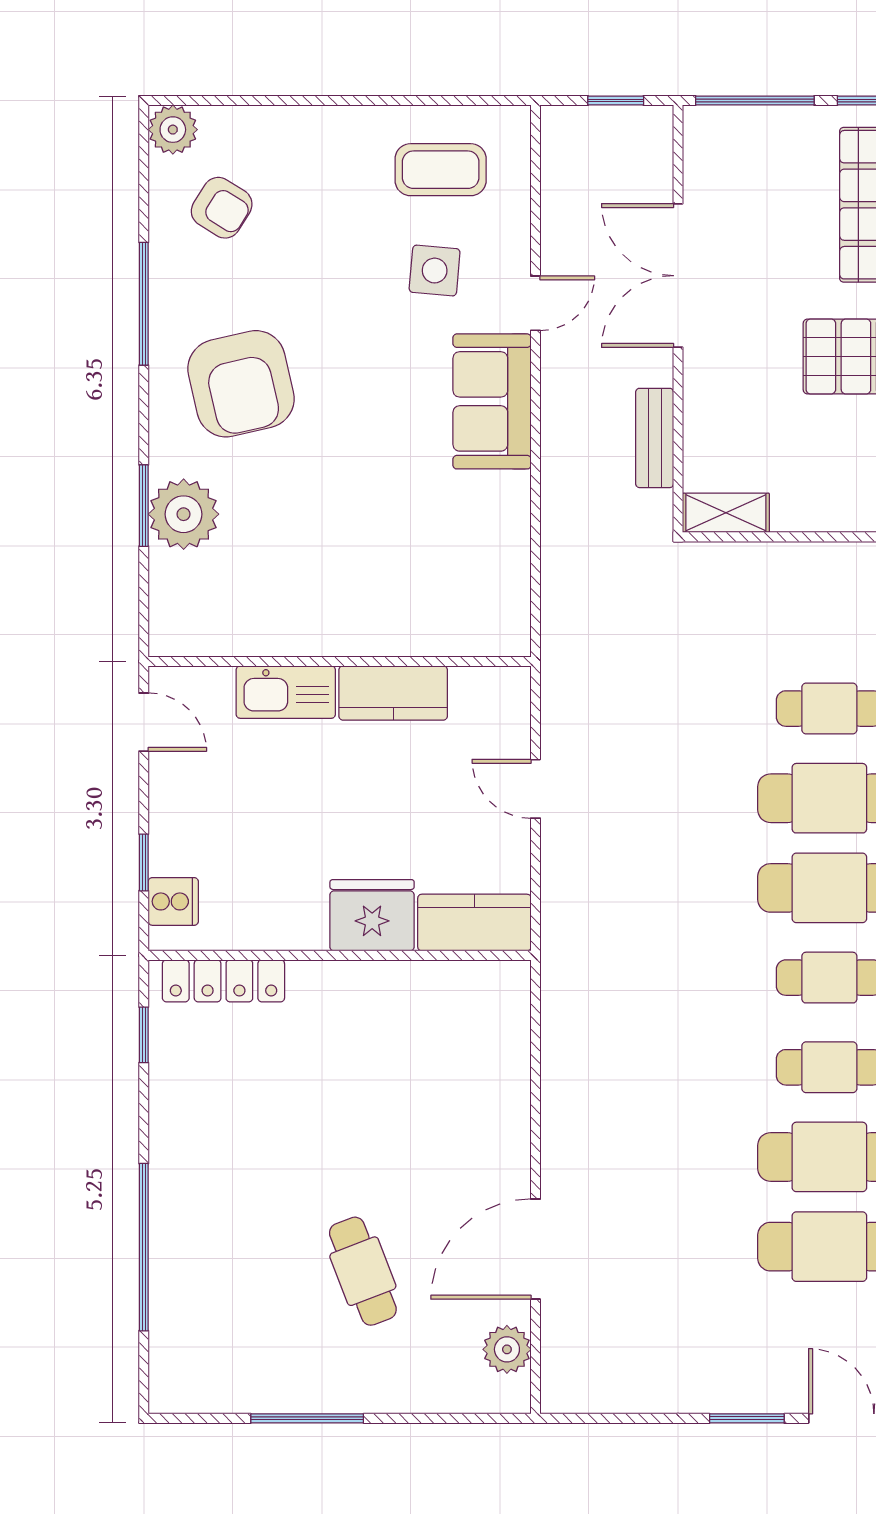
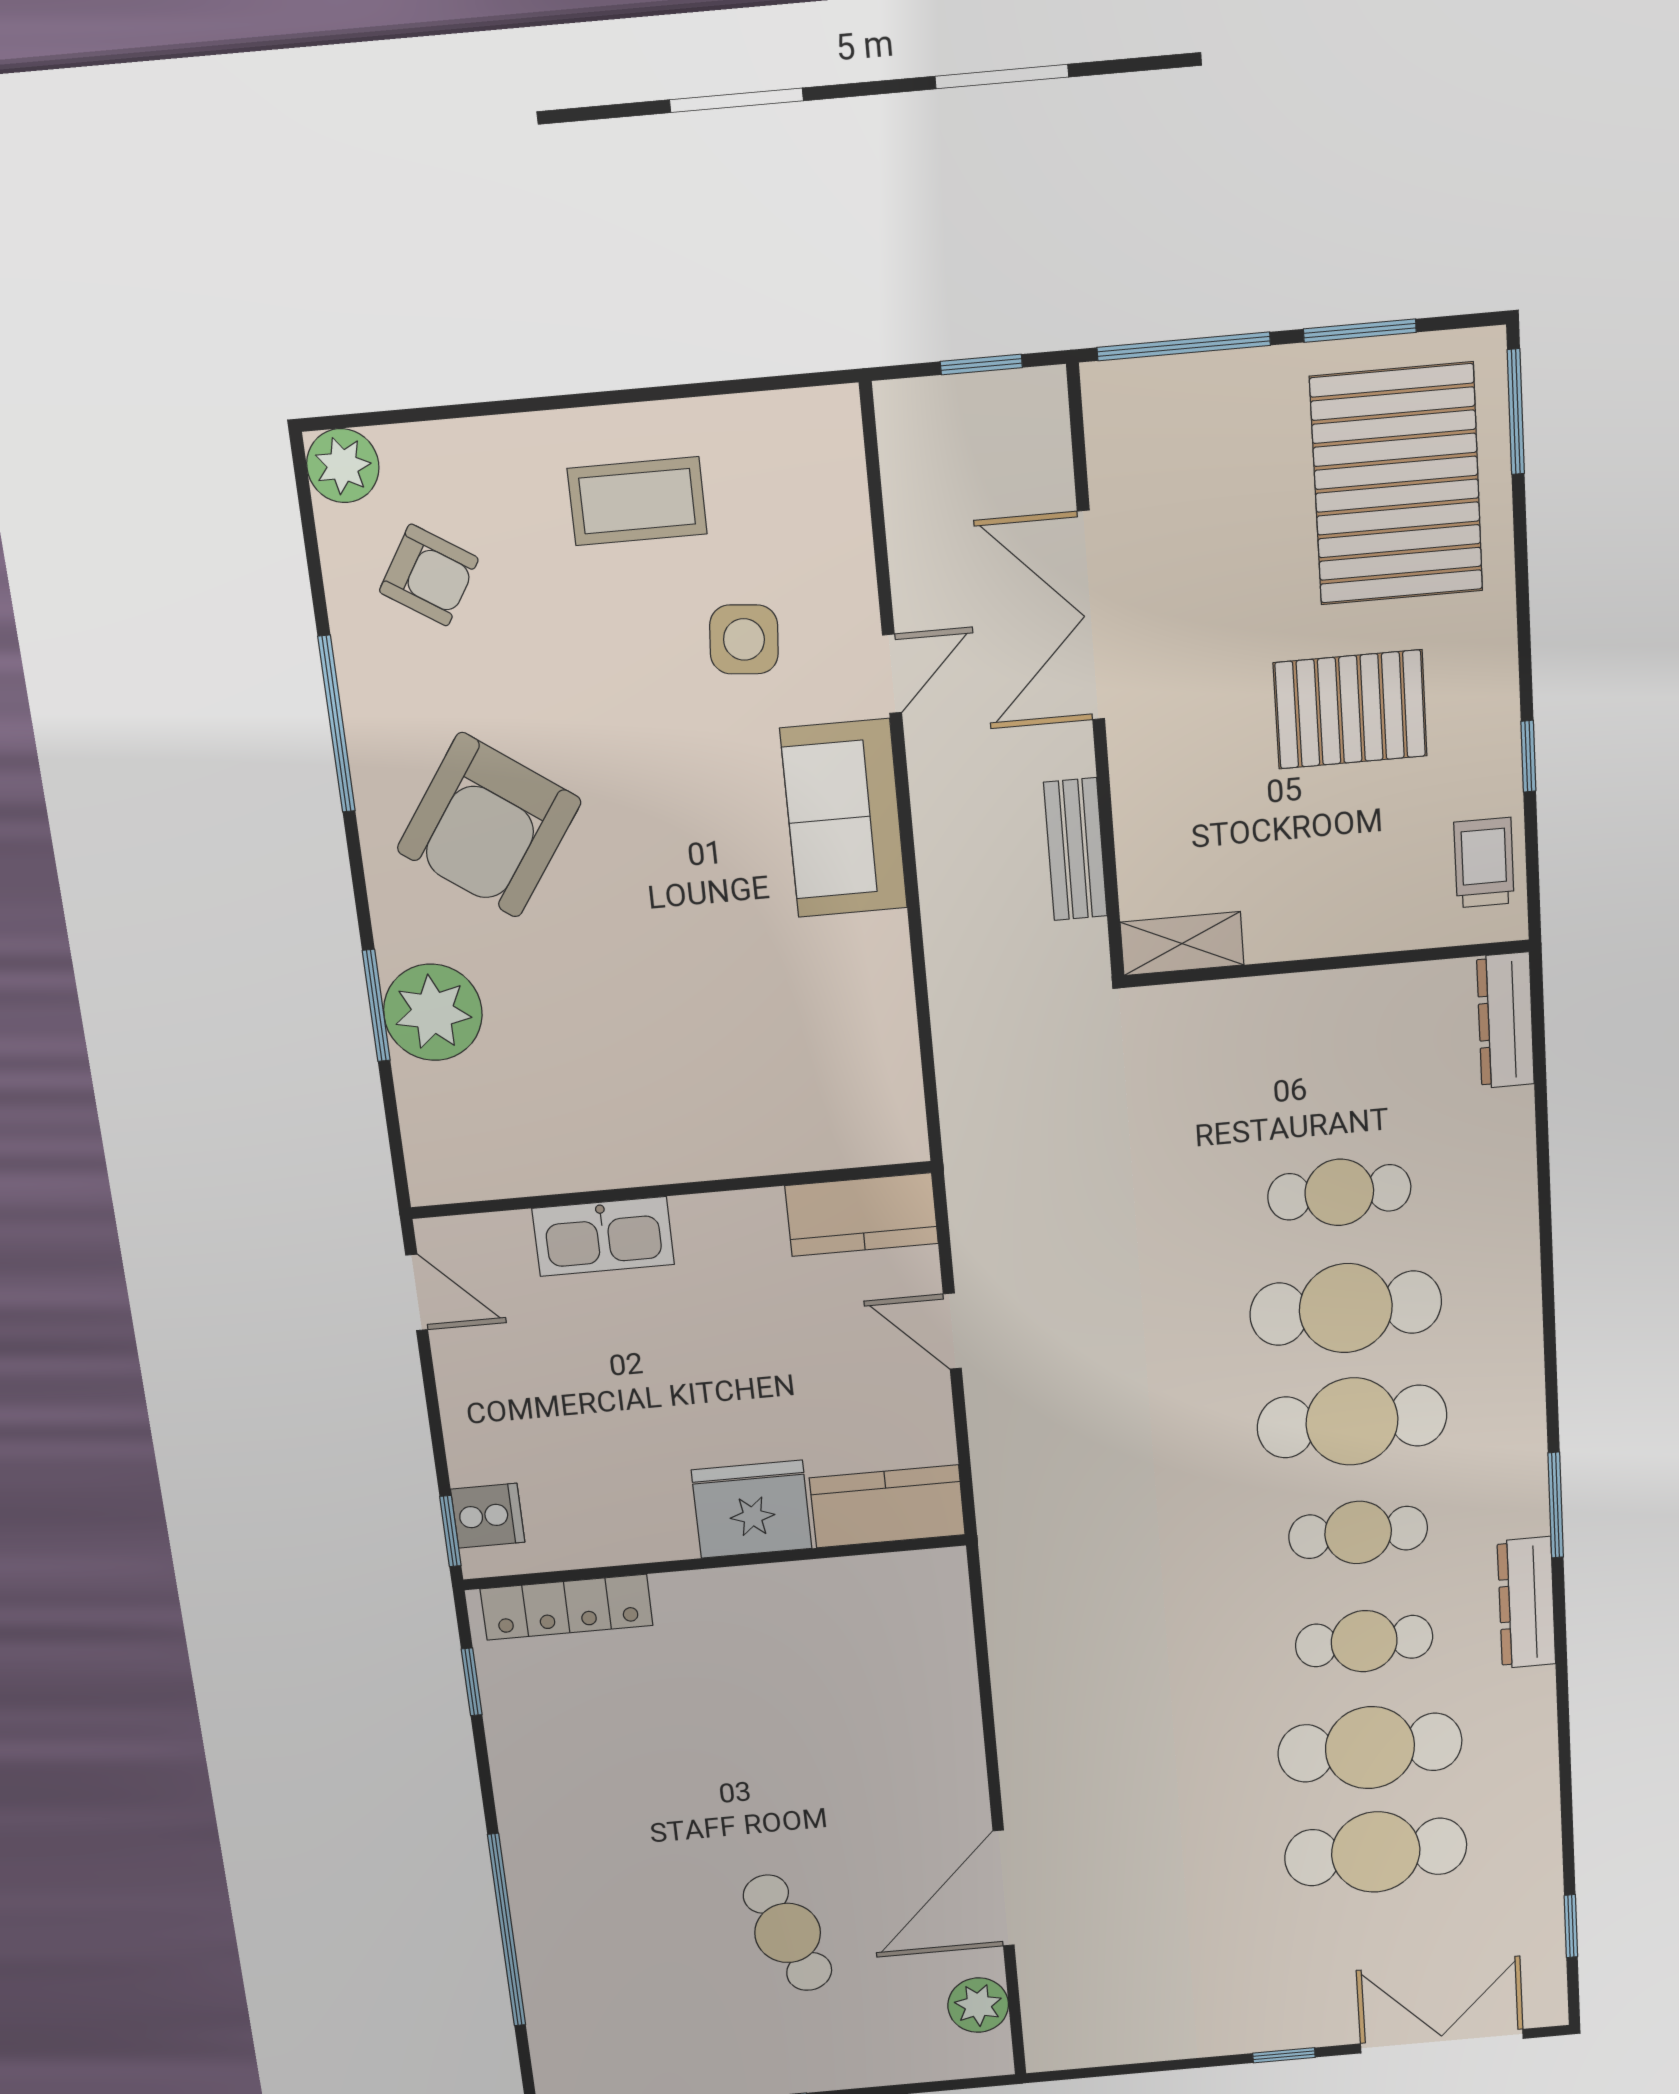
coffee table: (441, 170) -> (637, 501), moved
armchair: (241, 384) -> (489, 825), turned 48
kitchen counter: (393, 693) -> (862, 1215), moved
window: (144, 862) -> (450, 1531), moved
window: (747, 1418) -> (1284, 2055), width x0.67

